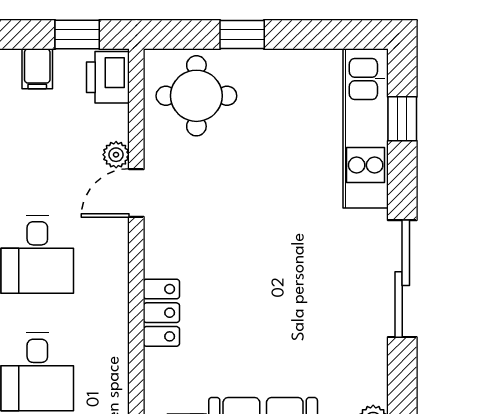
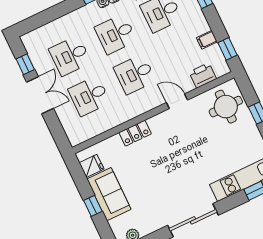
printer: (108, 77) -> (203, 75), moved
plant: (116, 155) -> (188, 86), removed

